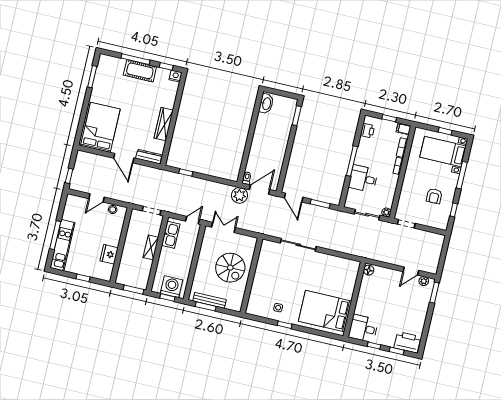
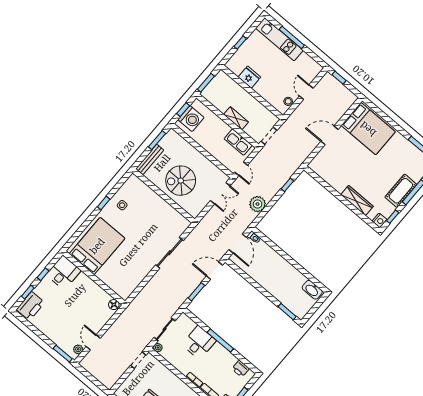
wardrobe: (164, 124) -> (357, 200), moved
dresser: (149, 157) -> (319, 159), removed
plant: (239, 195) -> (258, 204), moved
bench: (210, 300) -> (150, 160), moved

